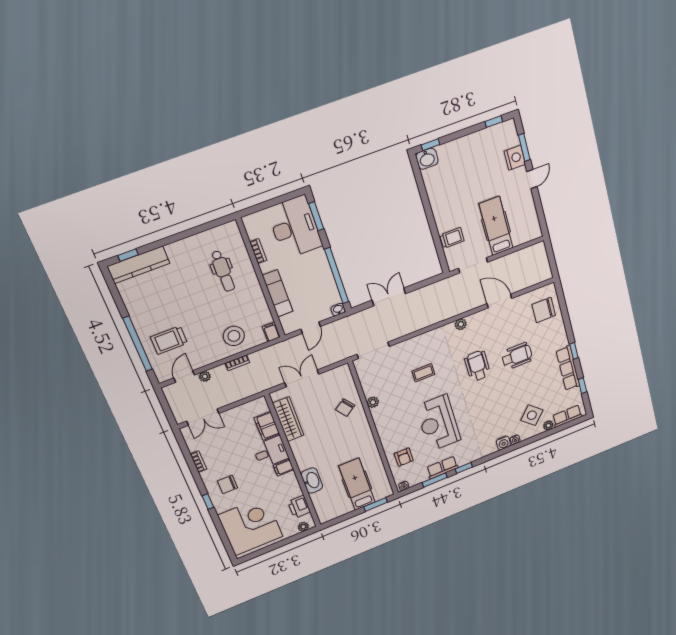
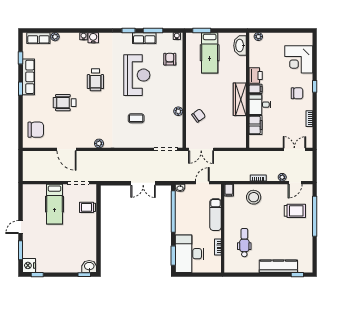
nightstand: (515, 158) -> (29, 265), moved
kitchen counter: (139, 265) -> (278, 266), moved
wheelchair: (477, 366) -> (95, 80), moved
double door: (302, 378) -> (201, 149), moved
side table: (532, 415) -> (66, 51), removed
wardrobe: (288, 419) -> (240, 99), moved
washbasin: (312, 481) -> (240, 46), moved
printer: (299, 507) -> (256, 75), moved
corner desk: (251, 526) -> (299, 59), width x0.74, depth x0.74

